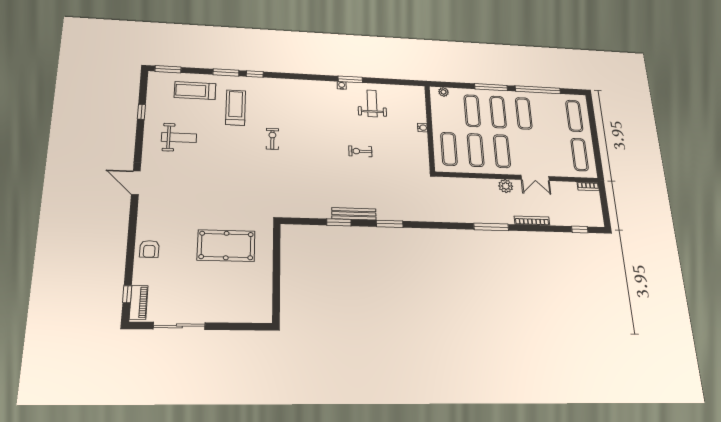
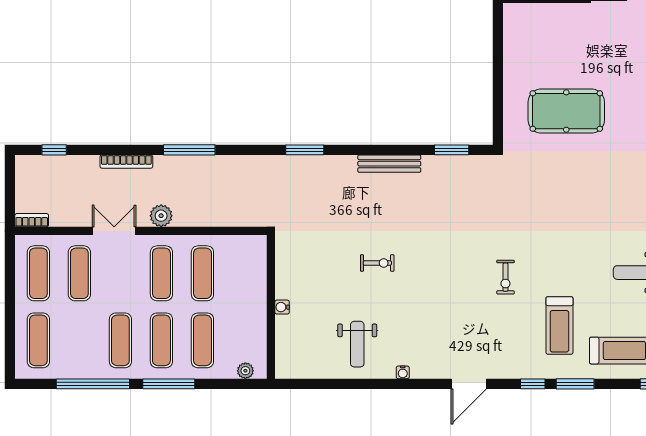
door: (298, 76) -> (469, 384), added
window: (350, 79) -> (389, 384), removed
exercise mat: (449, 149) -> (79, 273), moved
window: (339, 222) -> (452, 150), moved
window: (390, 224) -> (305, 150), moved

